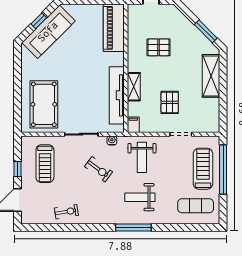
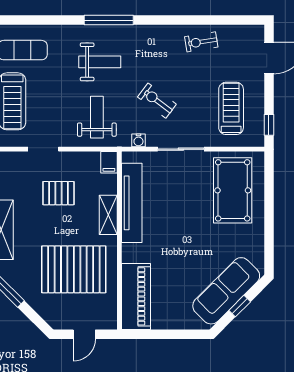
pallet: (159, 47) -> (74, 269), width x2.05, depth x2.00
pallet: (170, 102) -> (58, 193), turned 90
window: (18, 169) -> (269, 125), moved

